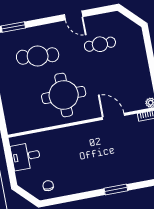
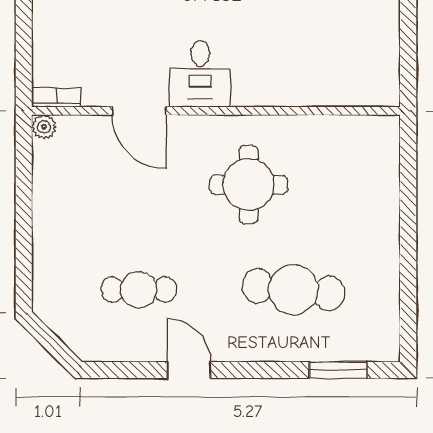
round table: (64, 95) -> (249, 185), width x0.73, depth x0.73
desk: (26, 156) -> (200, 74), moved, turned 90

